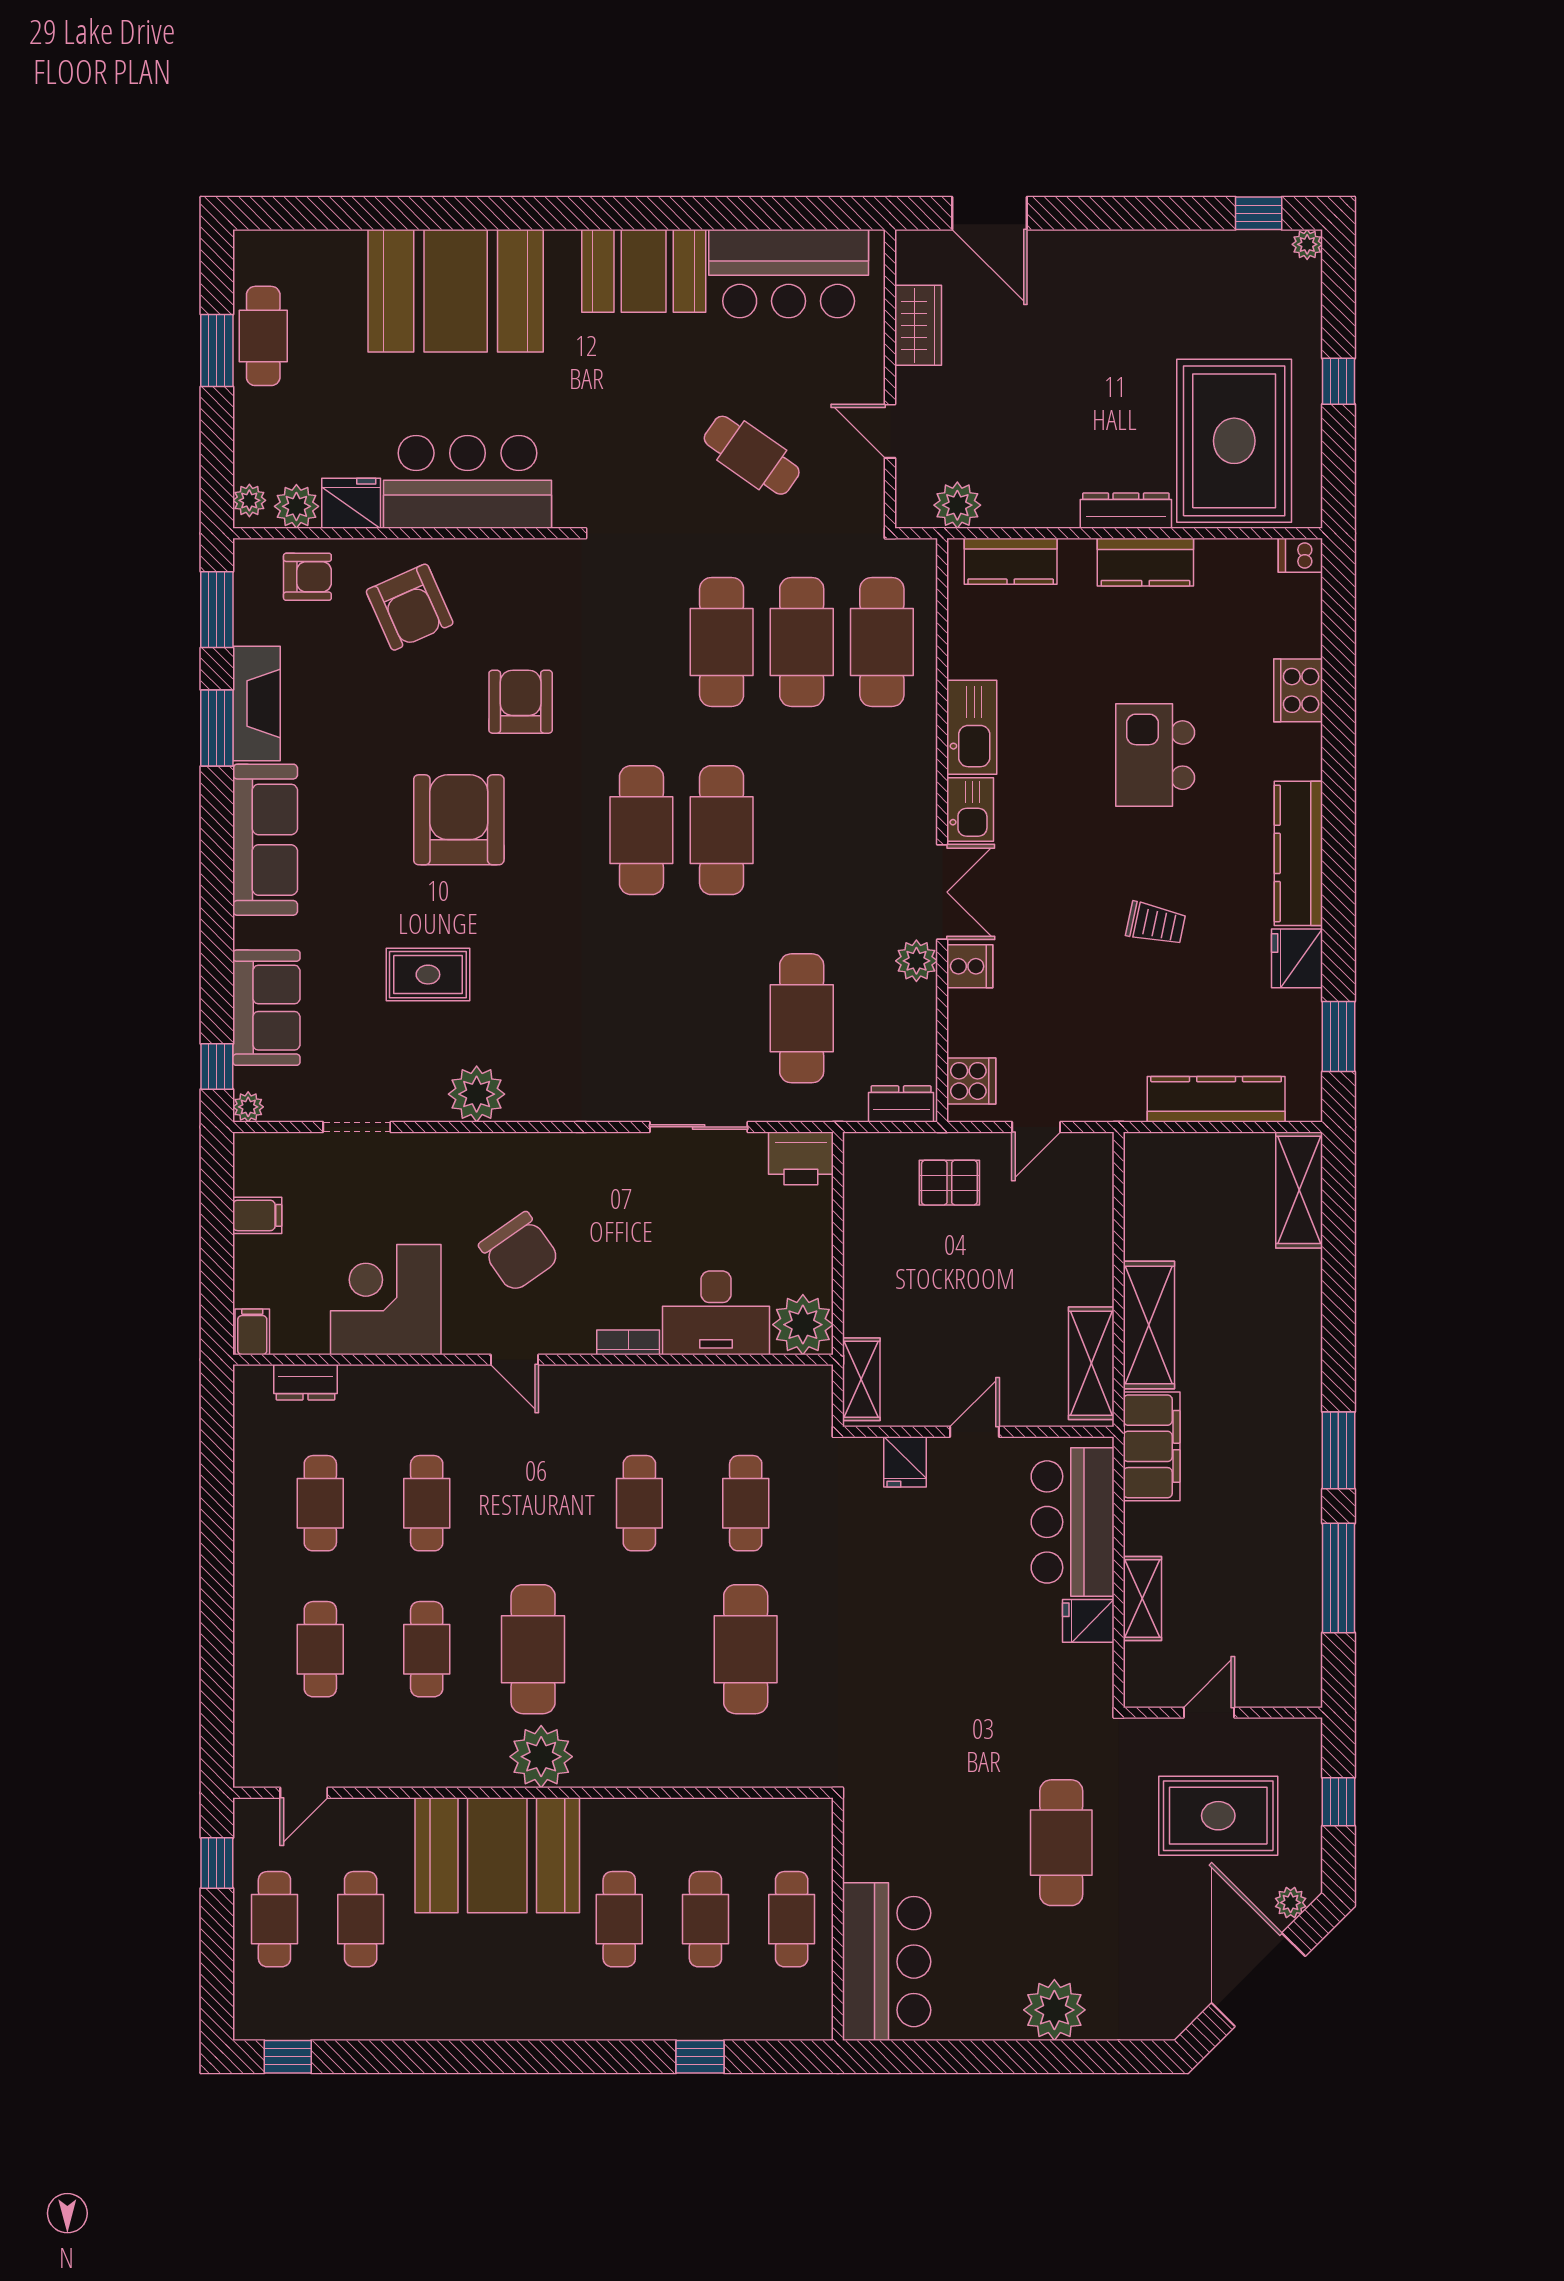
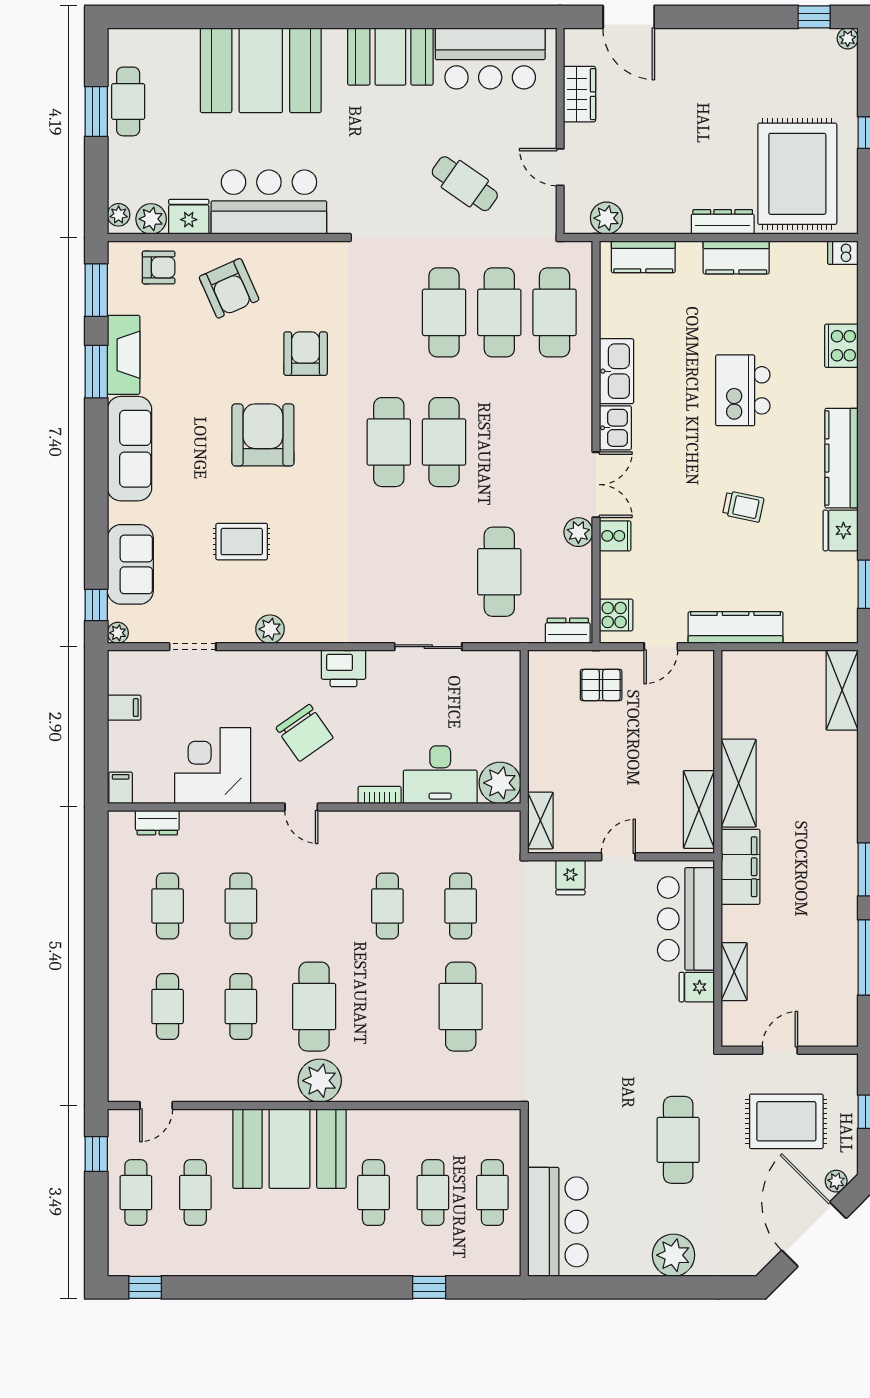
plant: (477, 1094) -> (270, 629), width x0.73, depth x0.73
kitchen counter: (1216, 1099) -> (736, 628), moved
printer: (801, 1158) -> (344, 668), moved

